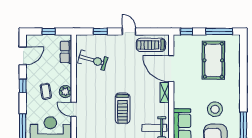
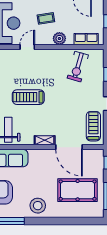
door: (171, 69) -> (69, 147), swing flipped
plant: (65, 92) -> (59, 39), moved
stool: (215, 109) -> (38, 206), moved

